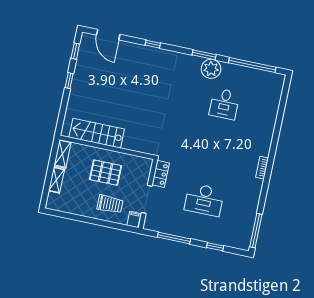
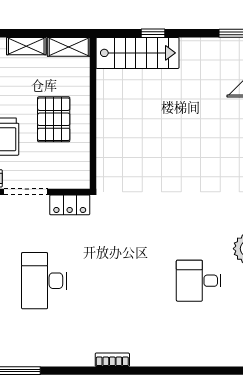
window: (69, 81) -> (153, 33), moved
stairs: (97, 133) -> (137, 53), moved, turned 90

